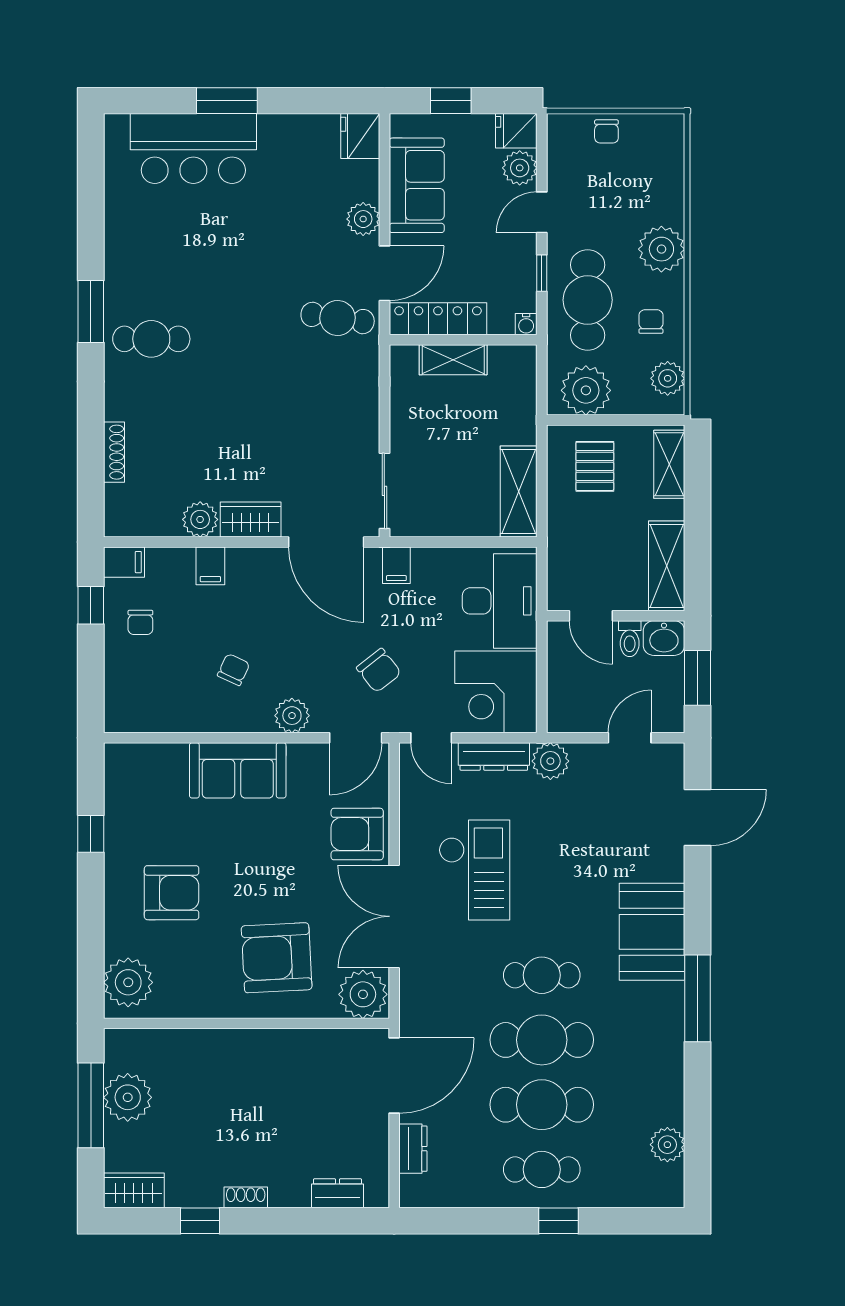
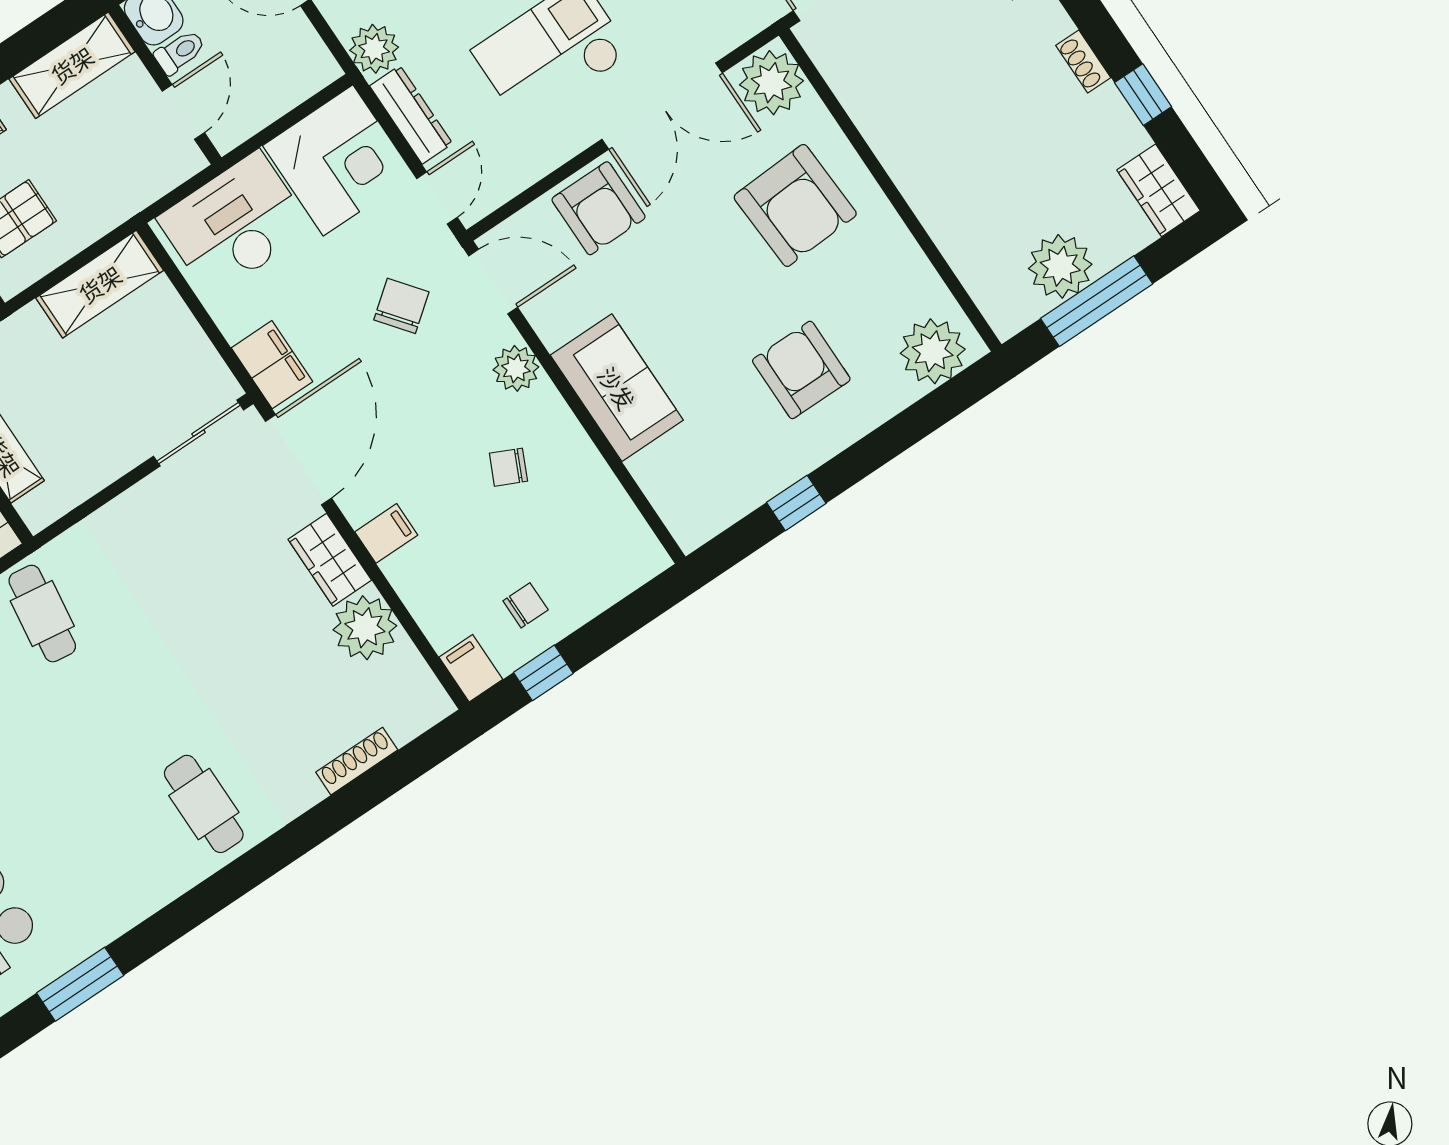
window: (91, 312) -> (80, 984), moved
plant: (200, 519) -> (365, 628), width x1.36, depth x1.36
filing cabinet: (396, 565) -> (272, 365), width x2.00
filing cabinet: (210, 566) -> (386, 533), moved

